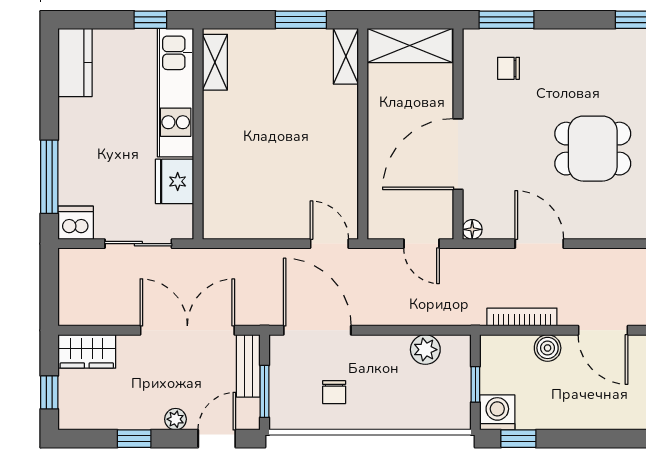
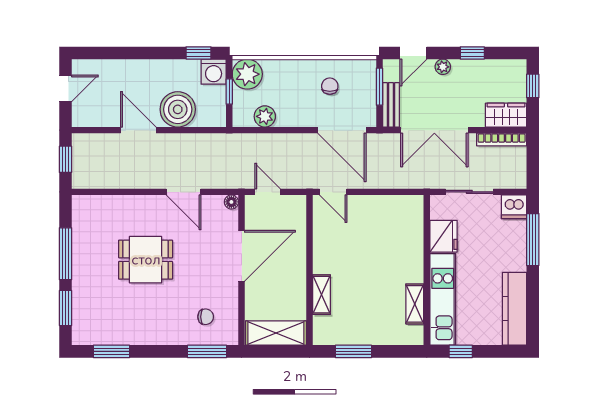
shelving: (346, 56) -> (321, 295), moved
shelving: (215, 62) -> (415, 304), moved
kitchen counter: (75, 63) -> (514, 309), width x1.50
bookcase: (522, 317) -> (502, 140), moved
boiler: (548, 348) -> (178, 109), width x1.86, depth x1.86
plant: (450, 409) -> (247, 74), added

